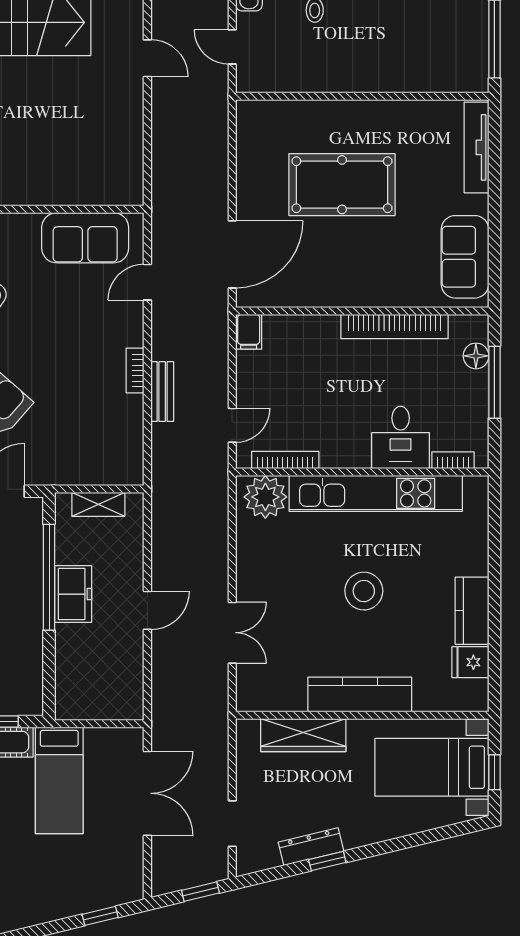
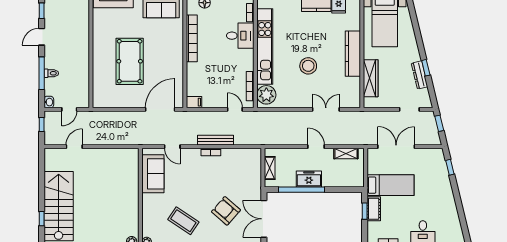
door: (232, 254) -> (160, 109), hinge flipped
bench: (162, 392) -> (215, 140), width x1.36
stool: (364, 591) -> (308, 66), moved
shelving: (132, 679) -> (346, 153), added

